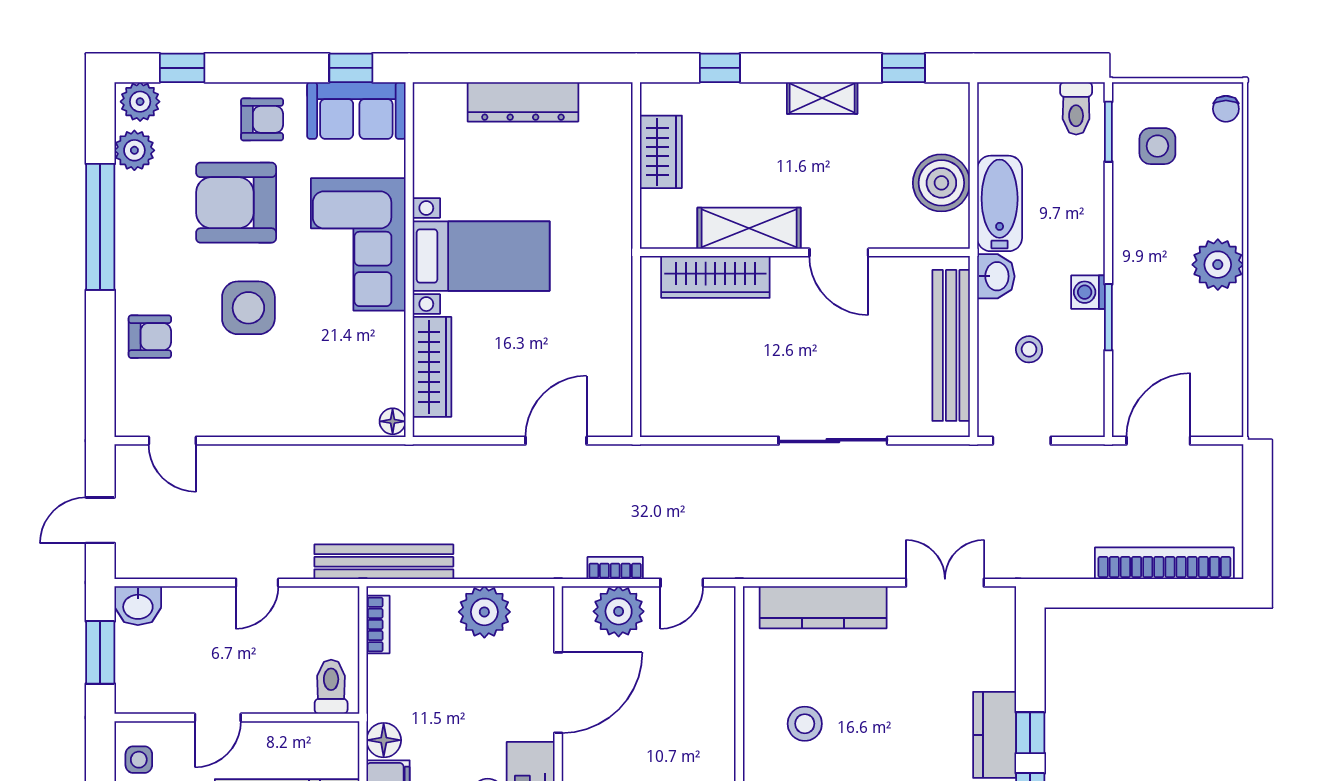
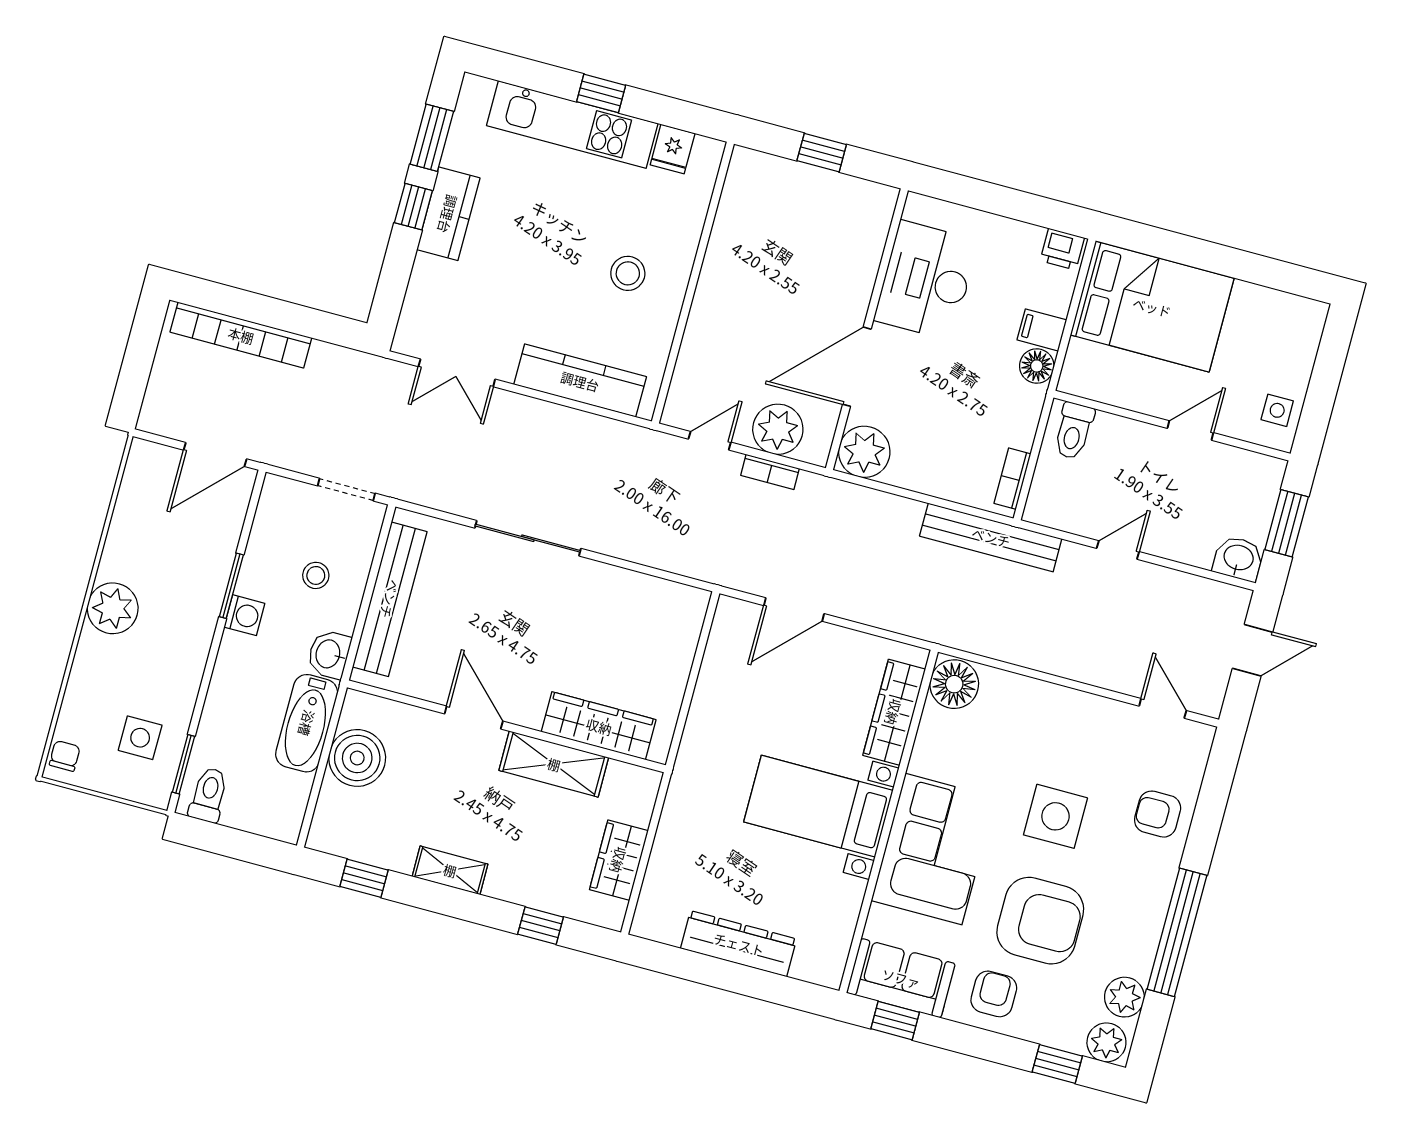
armchair: (262, 119) -> (994, 994), turned 90
floor lamp: (393, 421) -> (954, 684), width x1.89, depth x1.89
plant: (484, 612) -> (864, 452), moved

